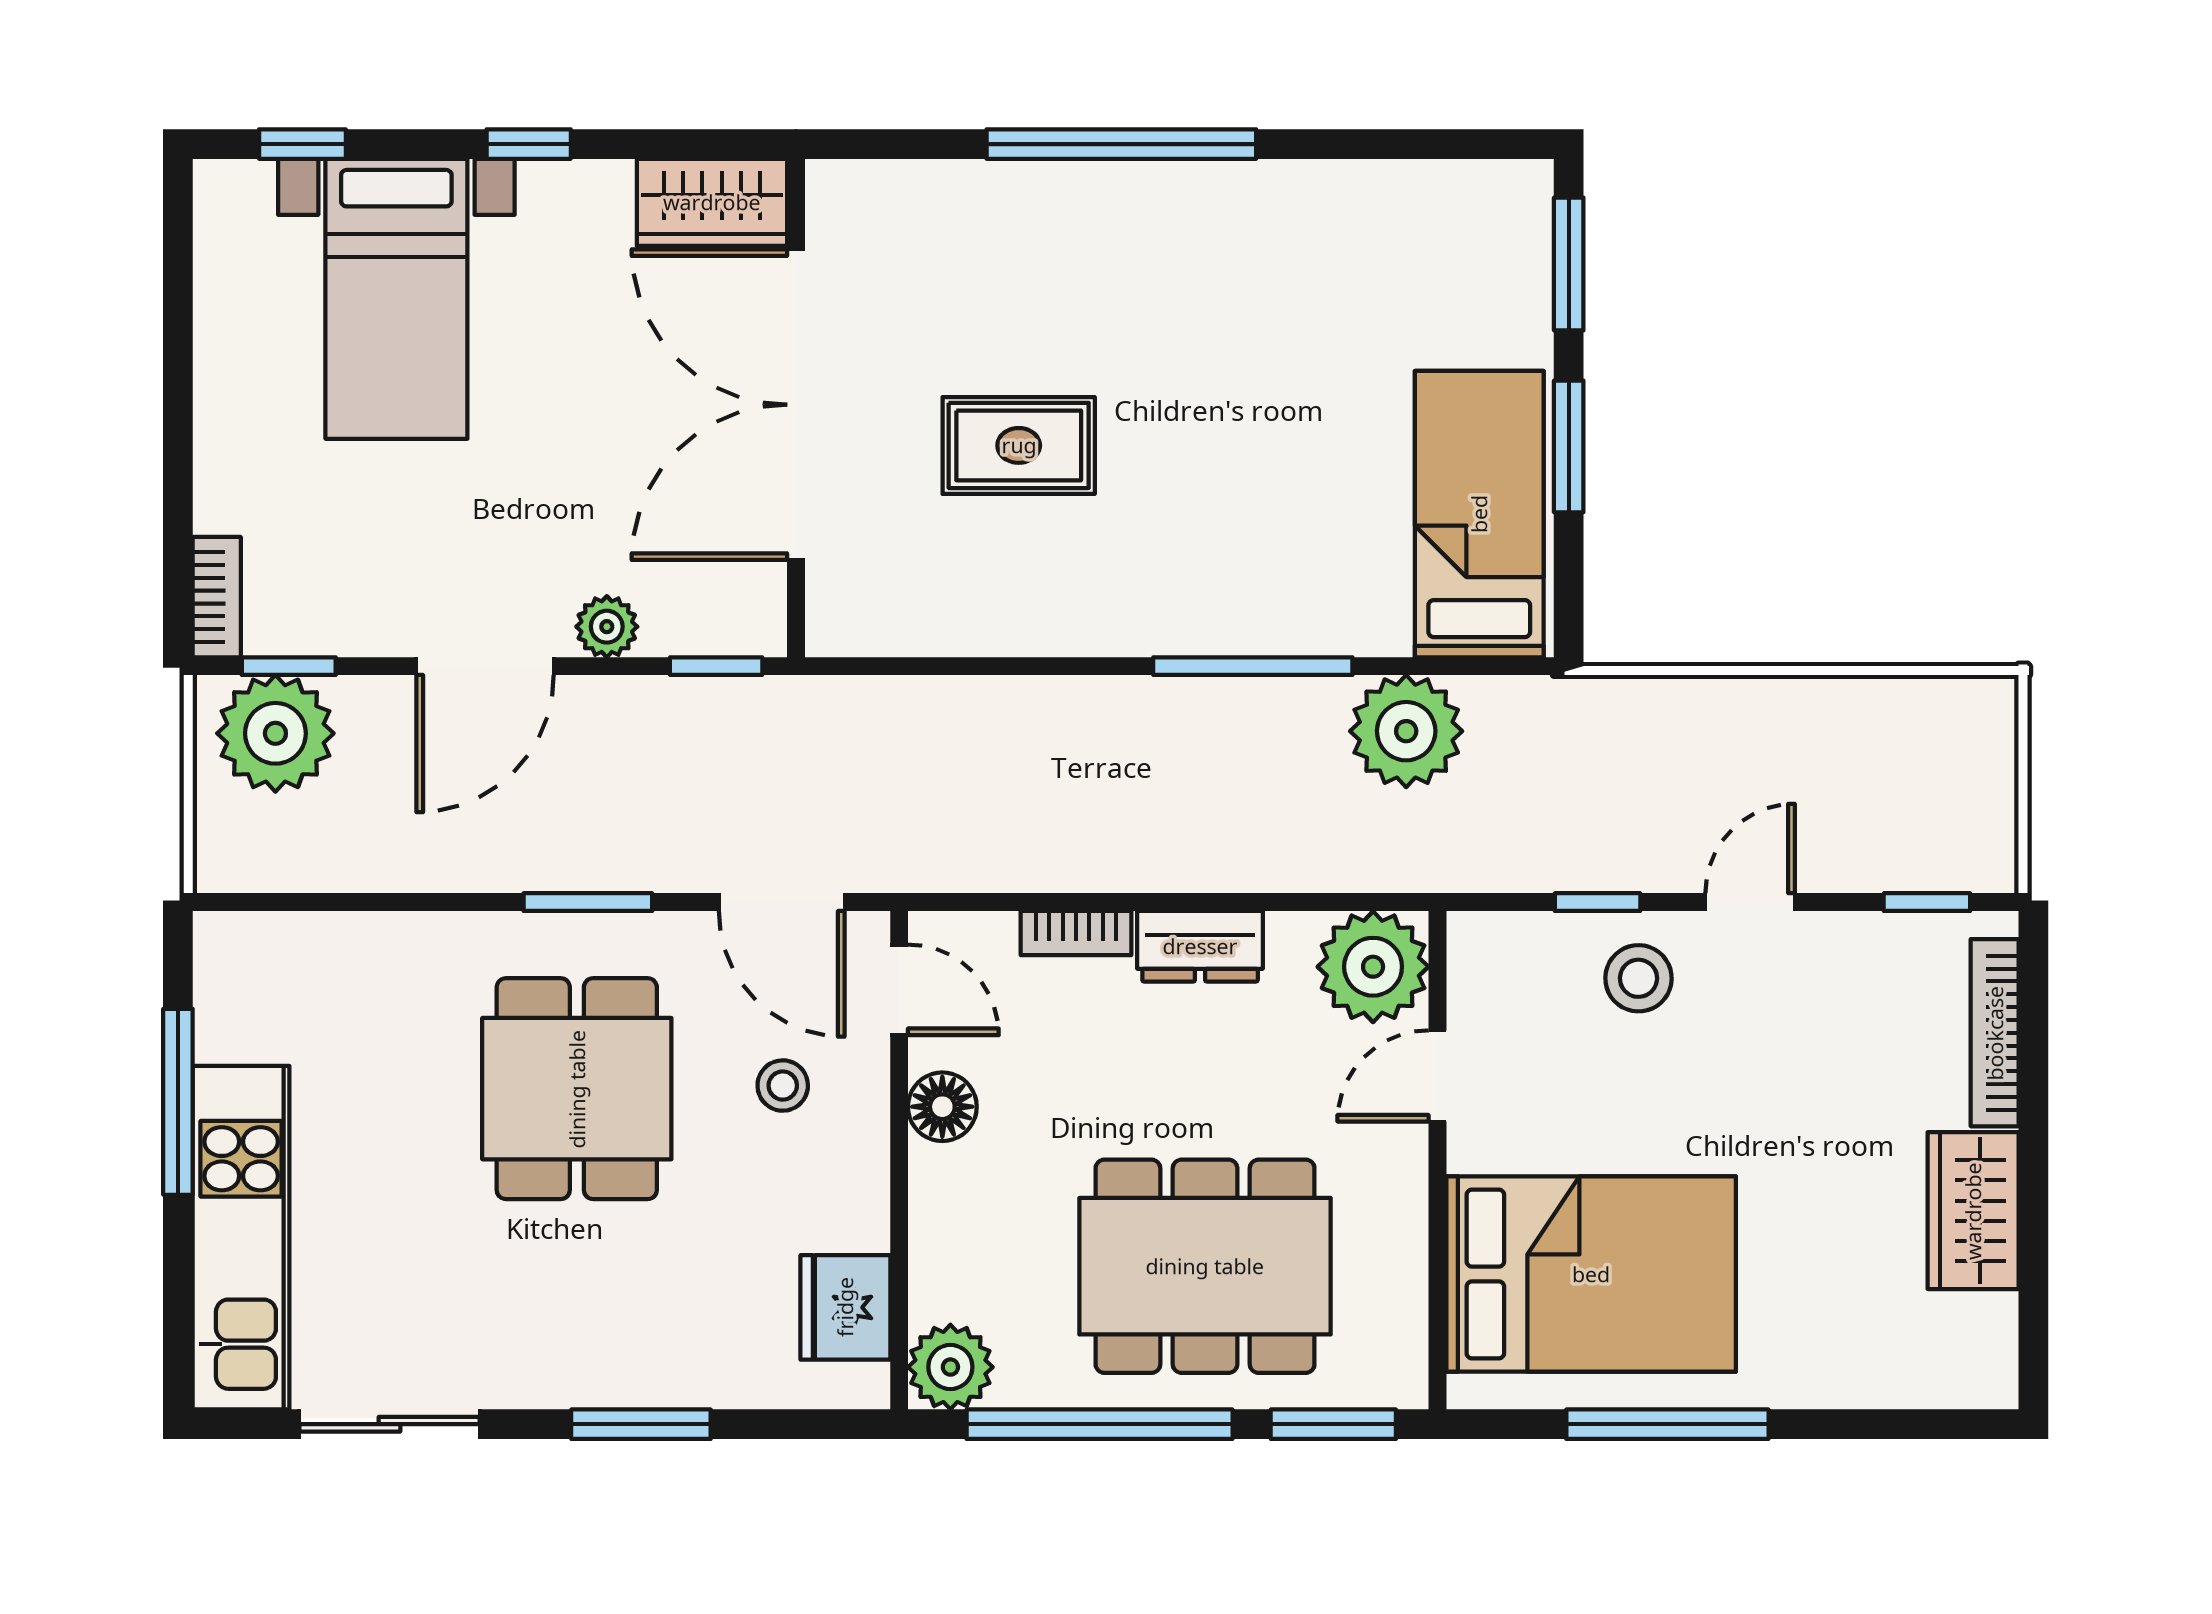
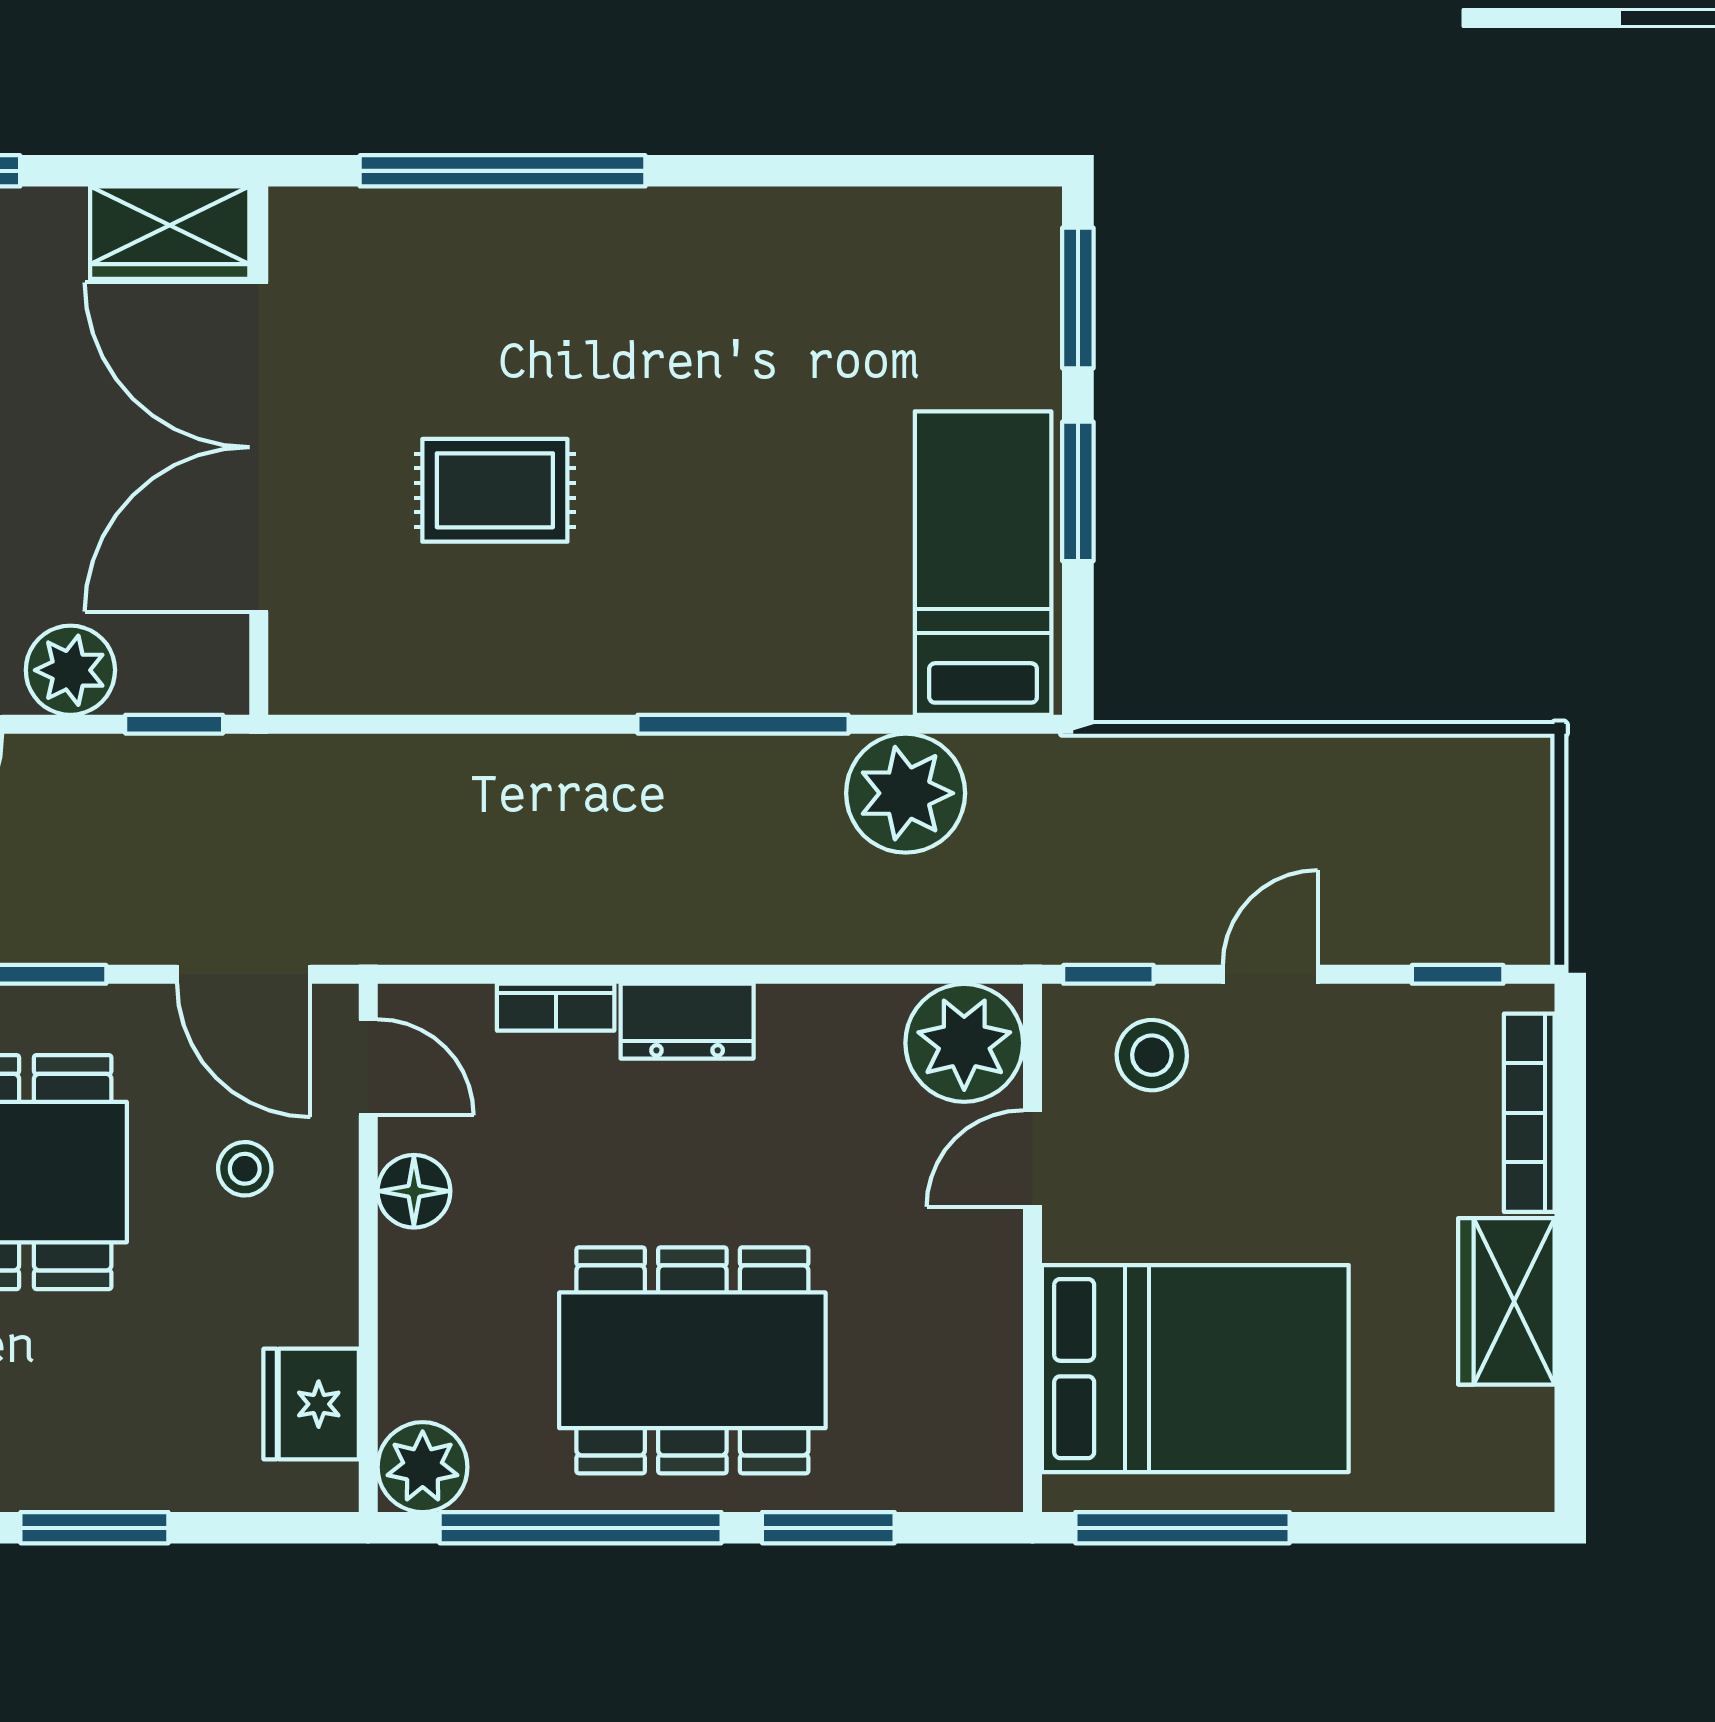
window: (1121, 144) -> (503, 171), moved
plant: (607, 627) -> (70, 670), width x1.38, depth x1.38
plant: (1373, 967) -> (964, 1043), moved
door: (1437, 1076) -> (1033, 1159), moved
wall: (1437, 1160) -> (1033, 1248), moved
bed: (1591, 1274) -> (1195, 1369), moved

